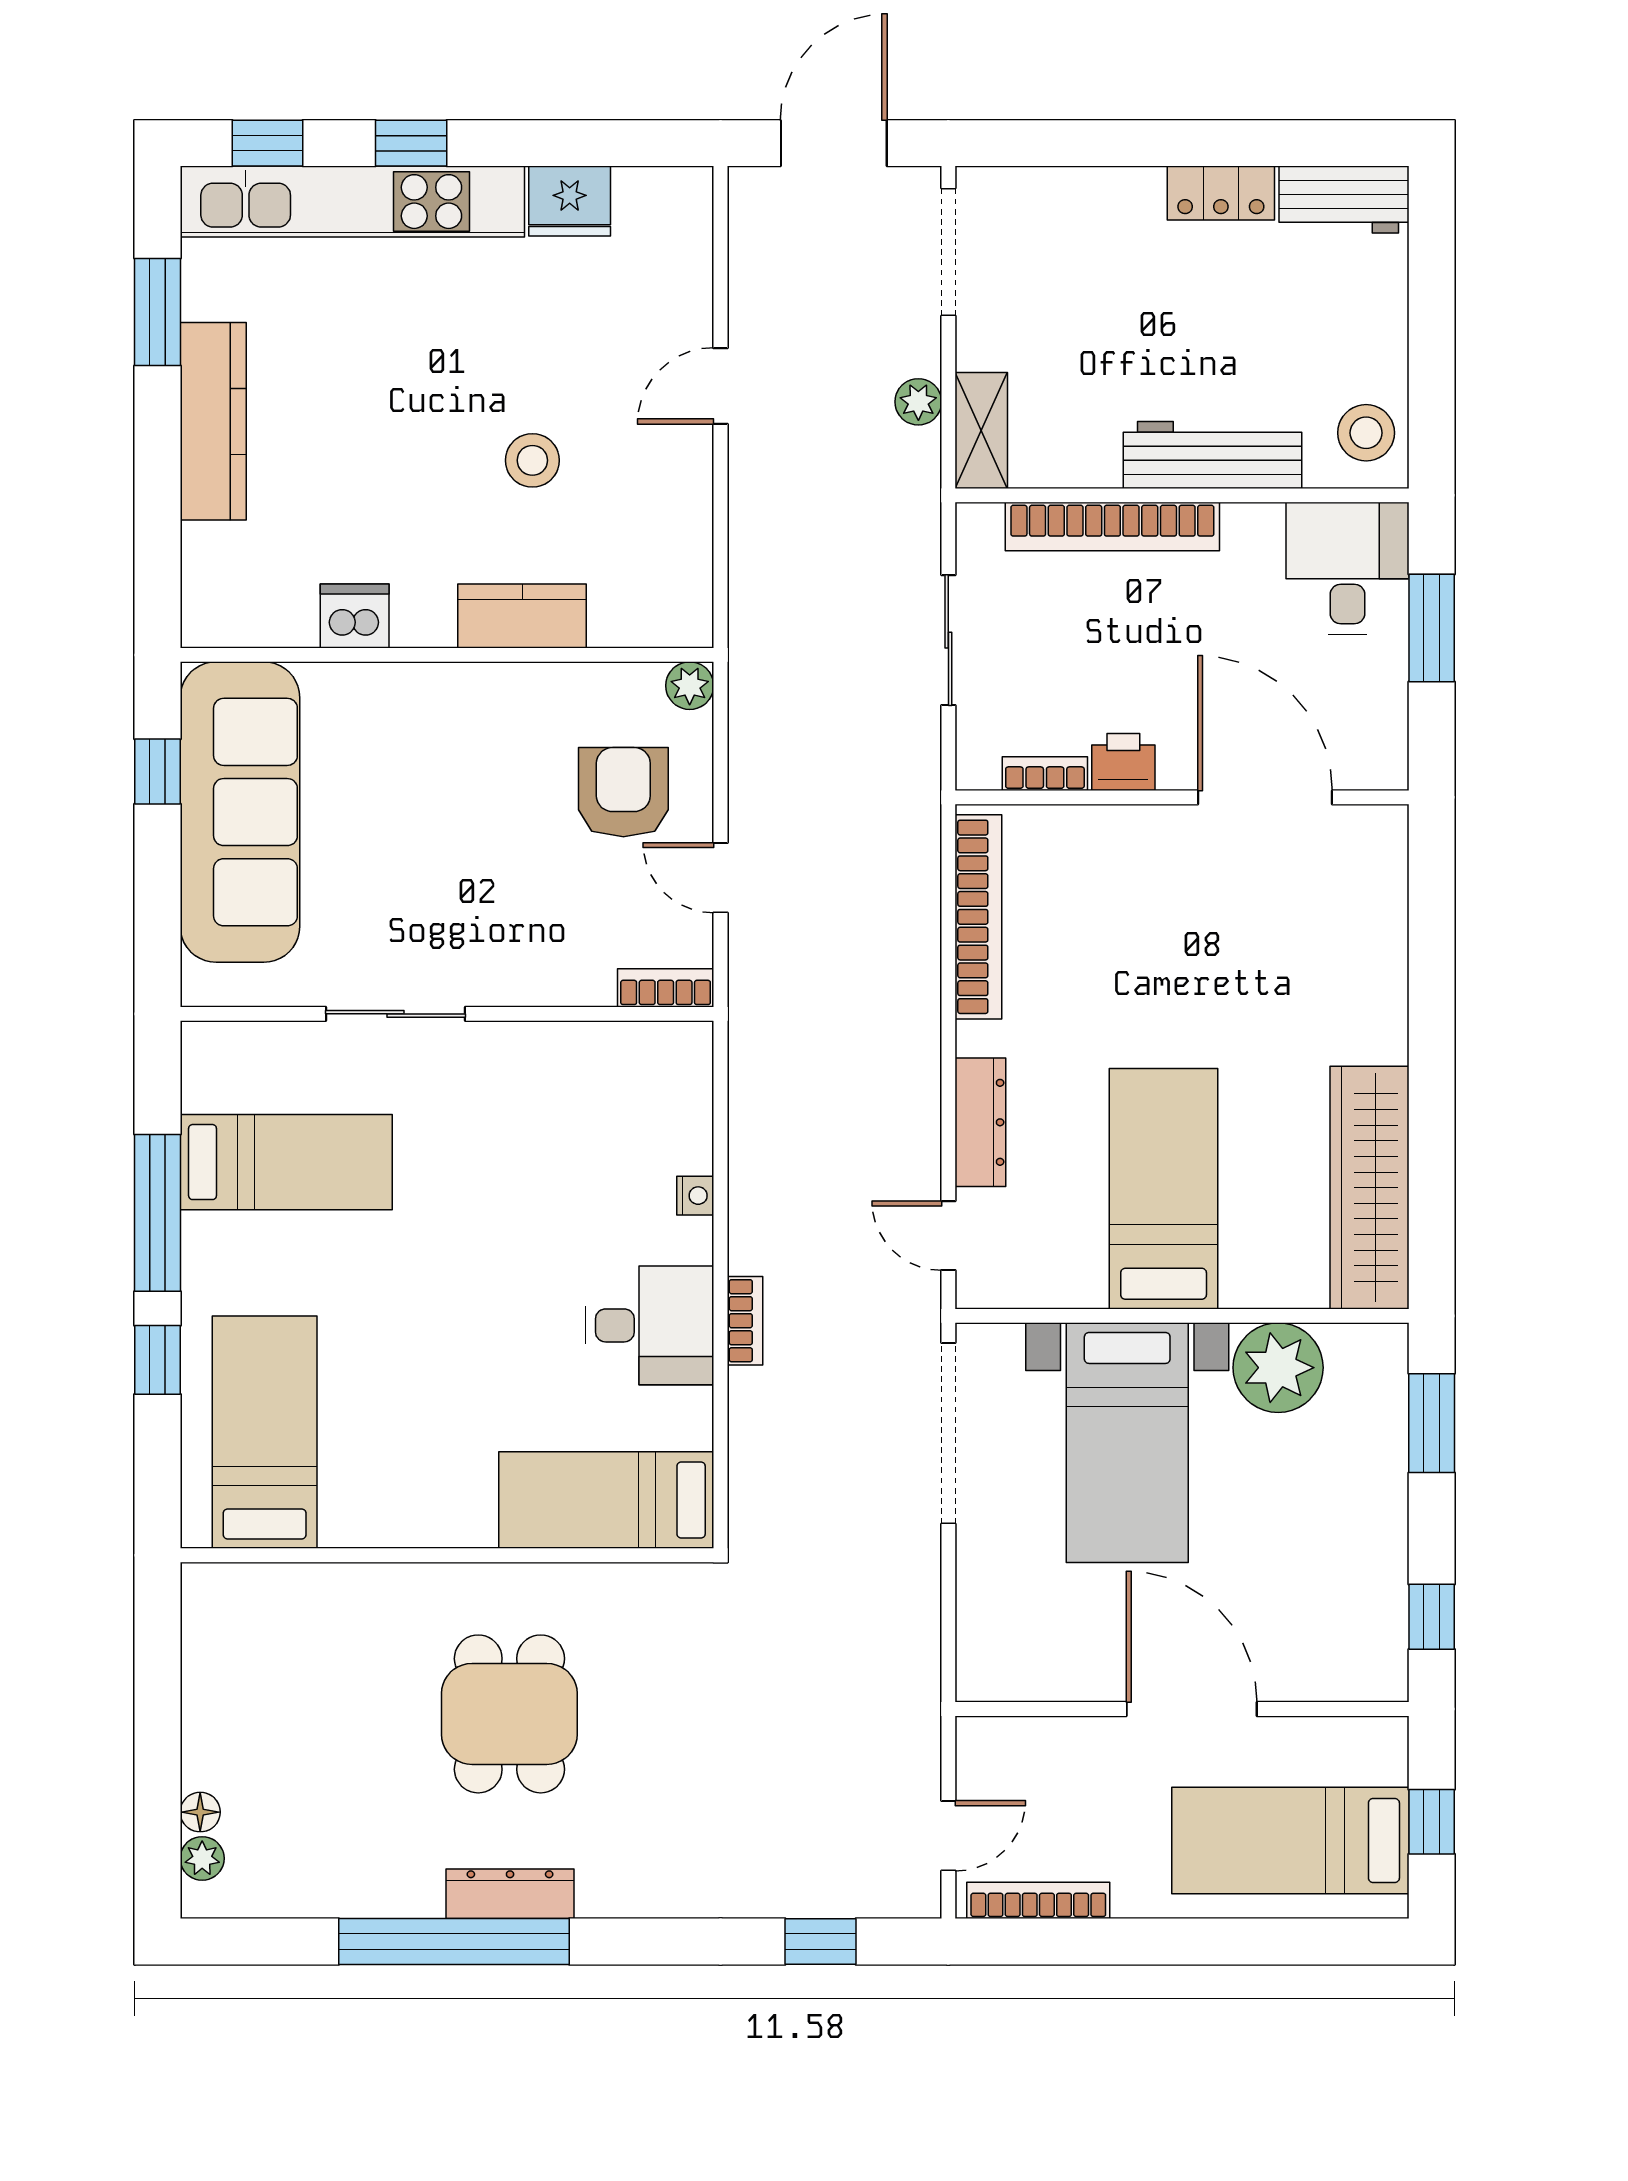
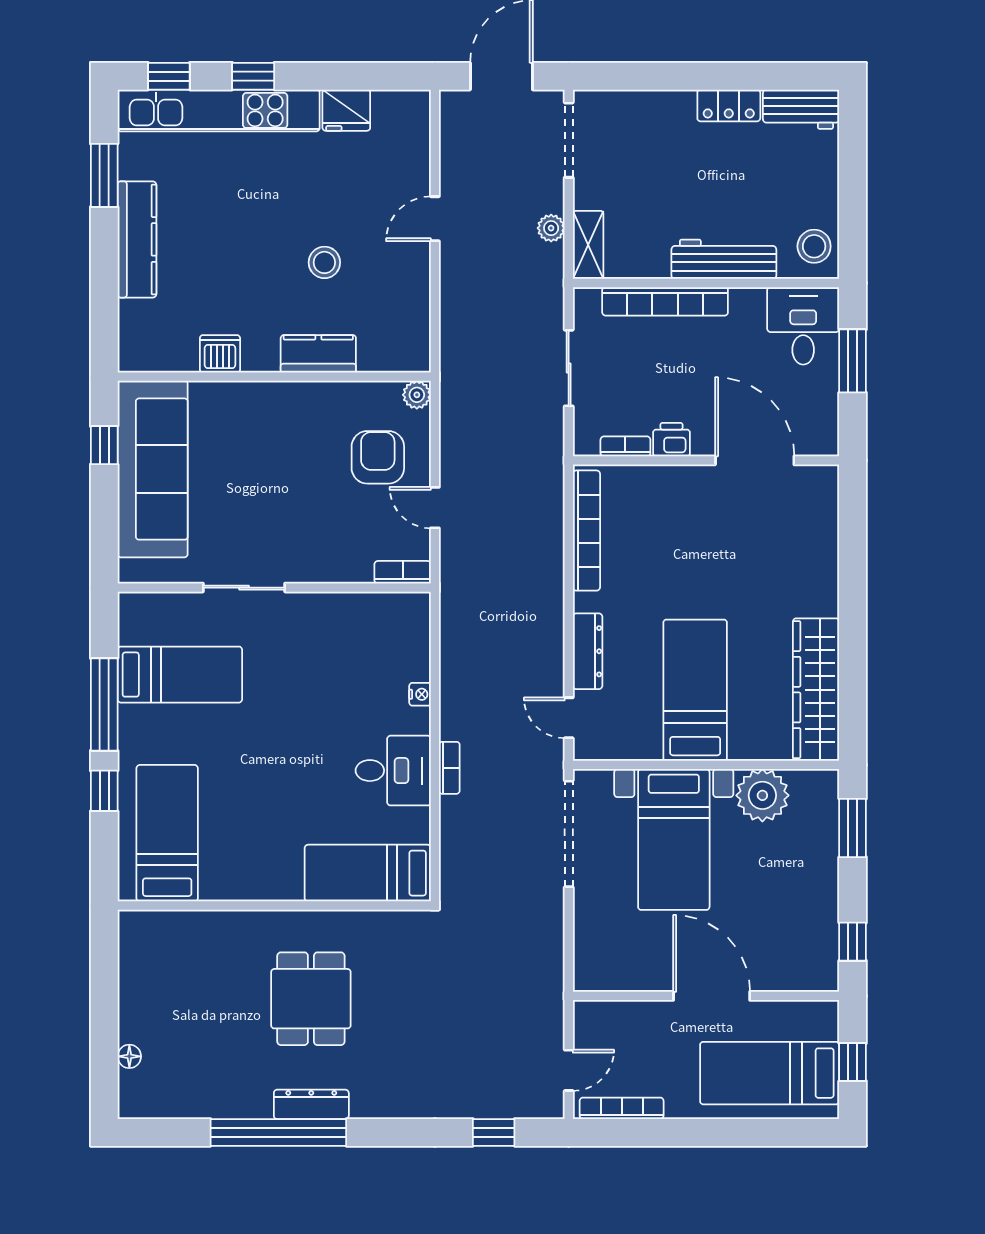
plant: (202, 1858) -> (130, 1084), removed

